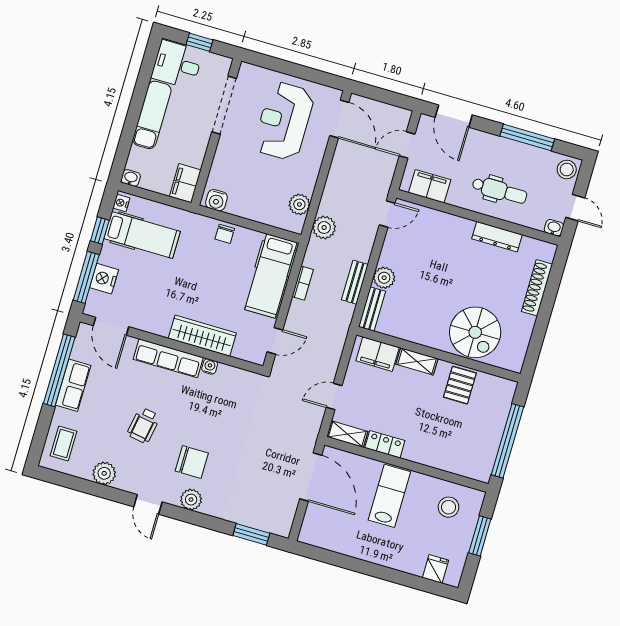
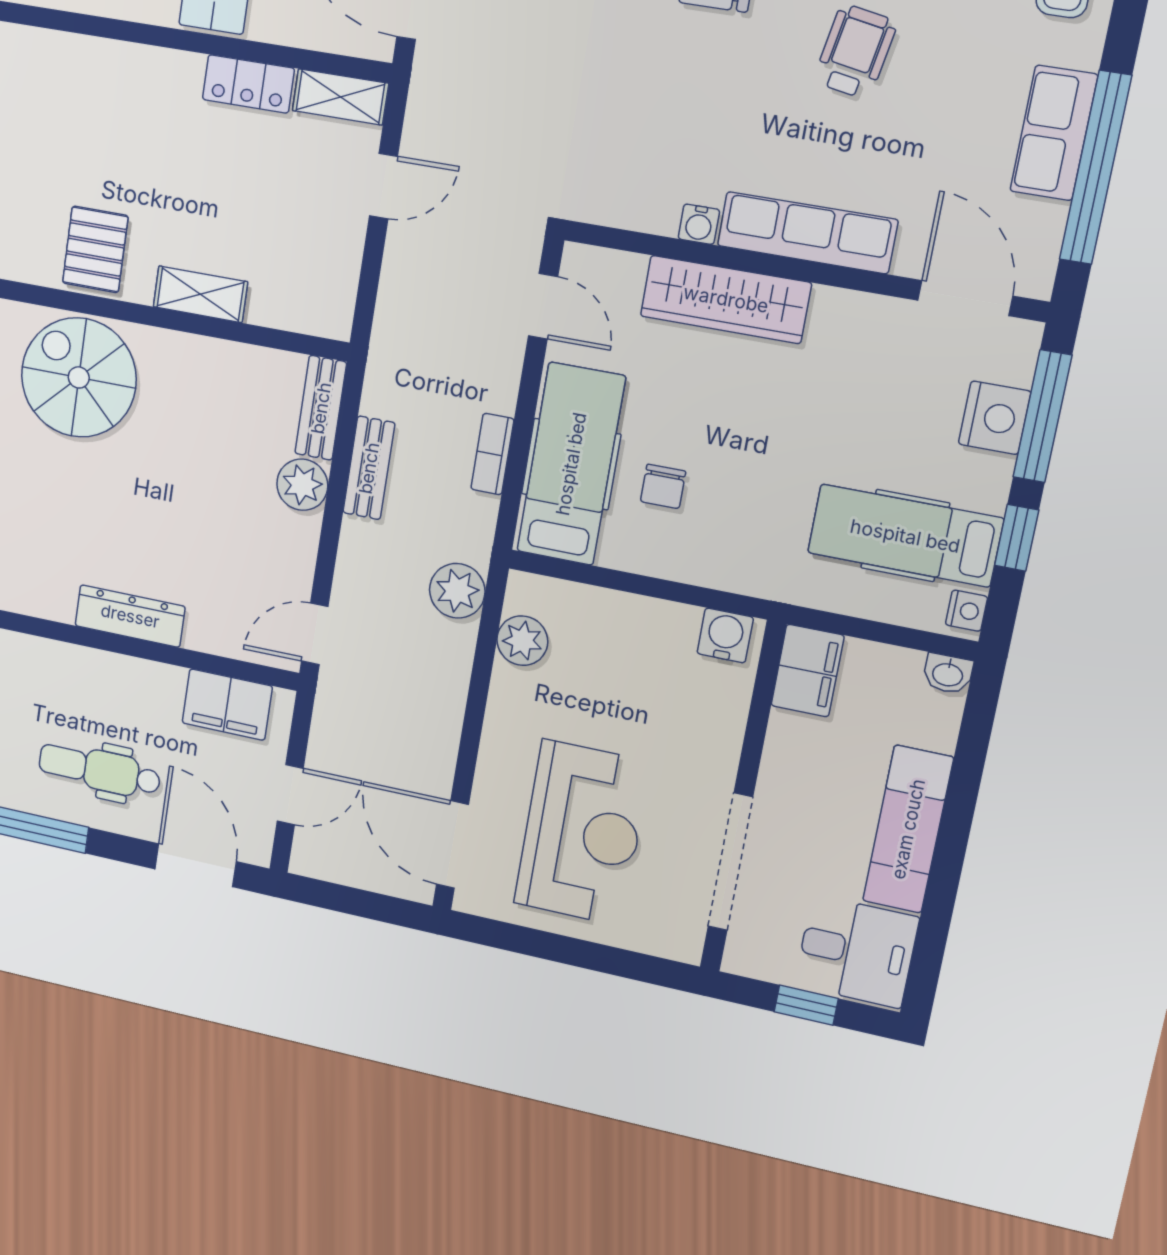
dental chair: (500, 191) -> (99, 770), moved
chair: (225, 234) -> (663, 486), moved, turned 180
dresser: (497, 237) -> (130, 616), moved
door: (275, 341) -> (543, 306), swing flipped
filing cabinet: (378, 354) -> (294, 302), removed

